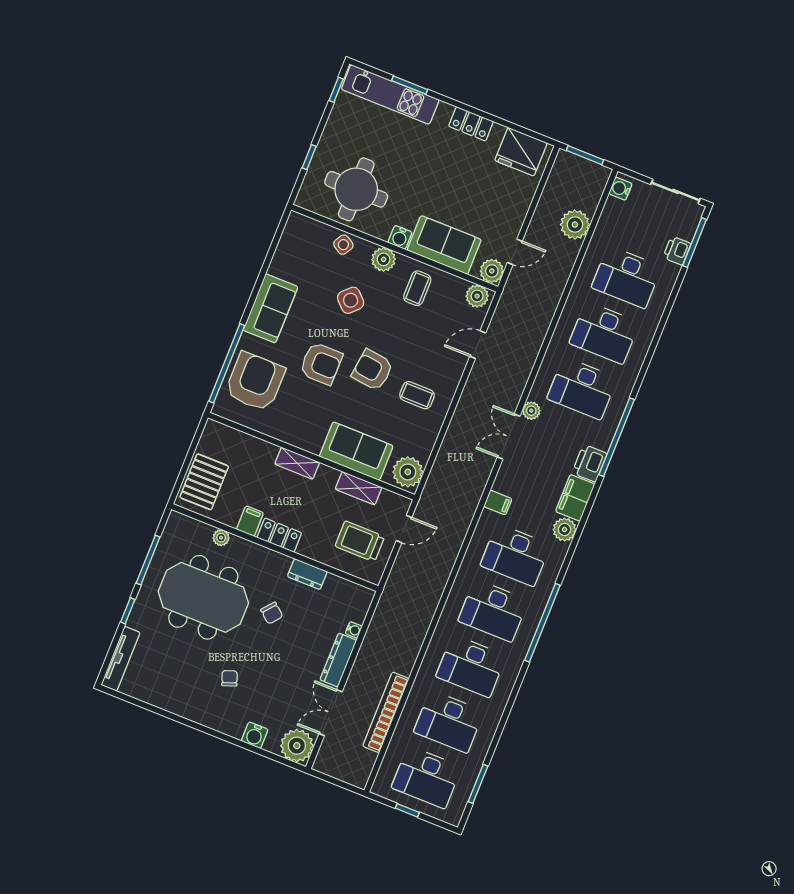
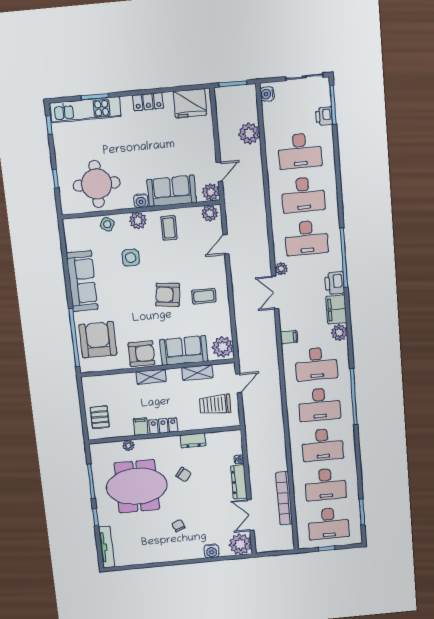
side table: (351, 300) -> (131, 258), turned 45
sofa: (270, 308) -> (82, 281), width x1.36
armchair: (321, 364) -> (141, 354), moved
pallet: (204, 482) -> (100, 417), width x0.67, depth x0.71

